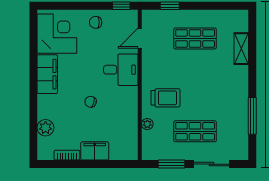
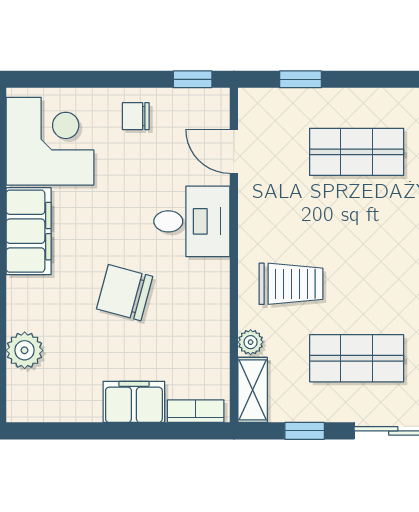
door: (140, 38) -> (234, 151), hinge flipped
chair: (91, 102) -> (125, 293), width x1.87, depth x1.87
shelving: (148, 146) -> (253, 390), added
bookcase: (67, 155) -> (196, 411), moved
window: (172, 164) -> (305, 431), width x0.67

